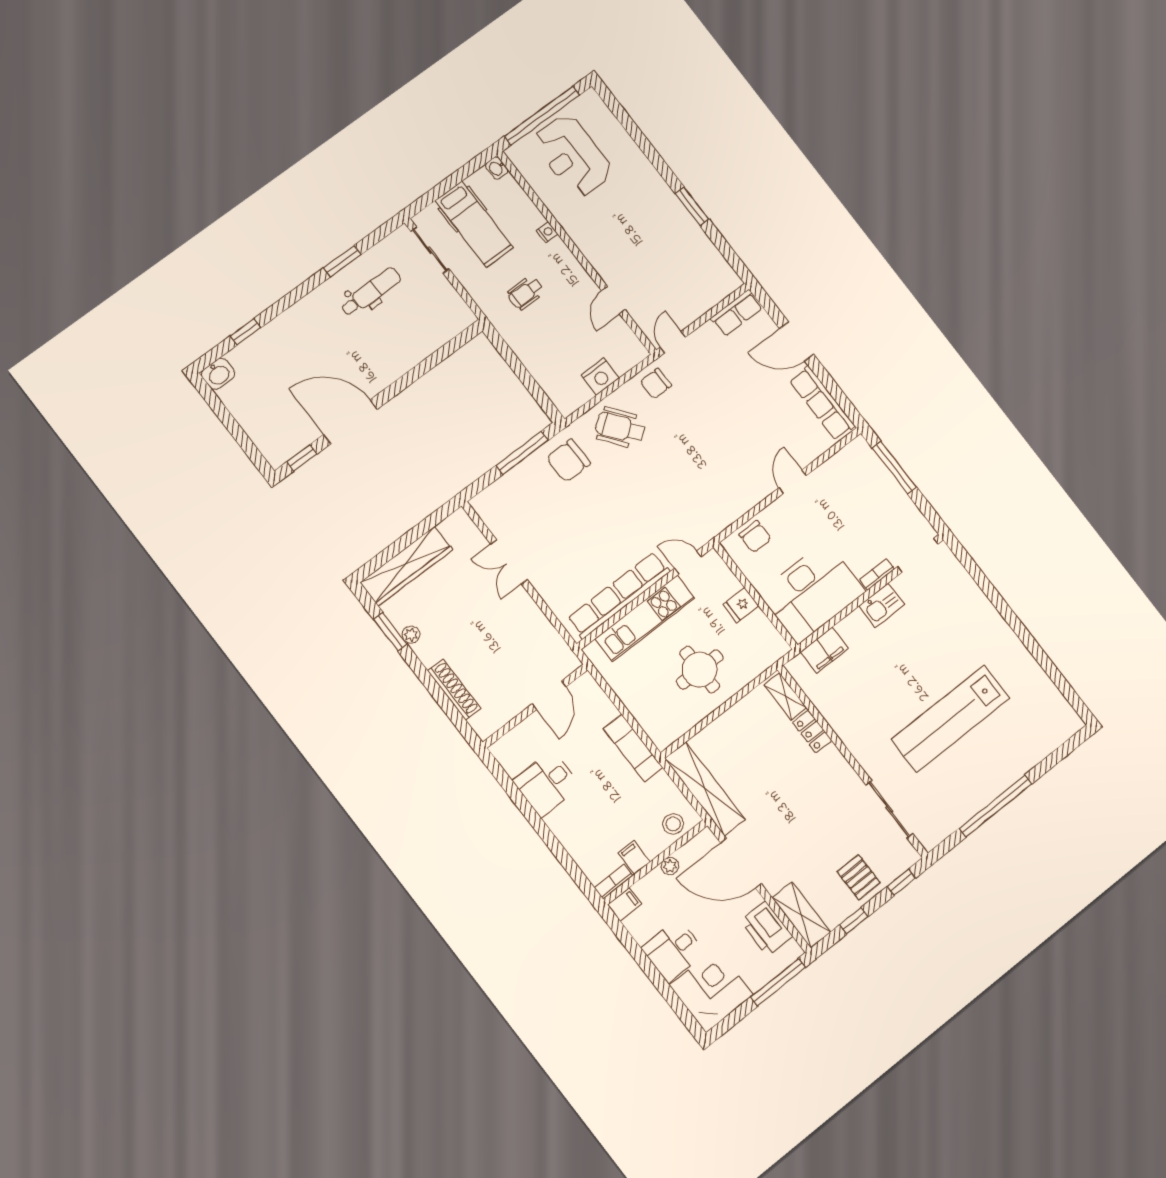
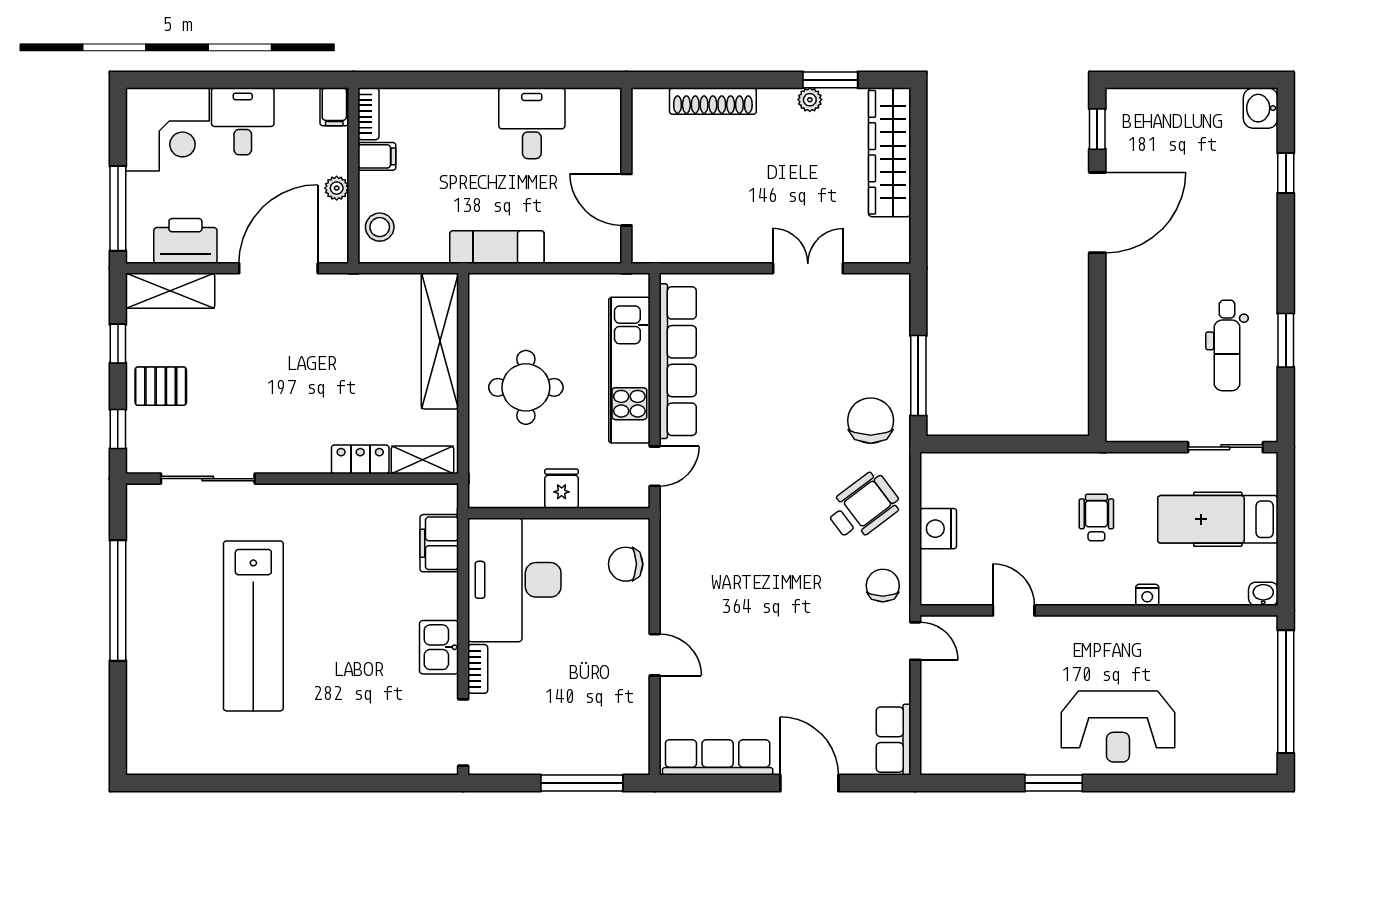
reception desk: (573, 156) -> (1118, 726), moved, turned 180
door: (797, 341) -> (809, 783), hinge flipped
lab bench: (951, 719) -> (253, 626), turned 180
shelving: (705, 789) -> (440, 341), moved, turned 90

